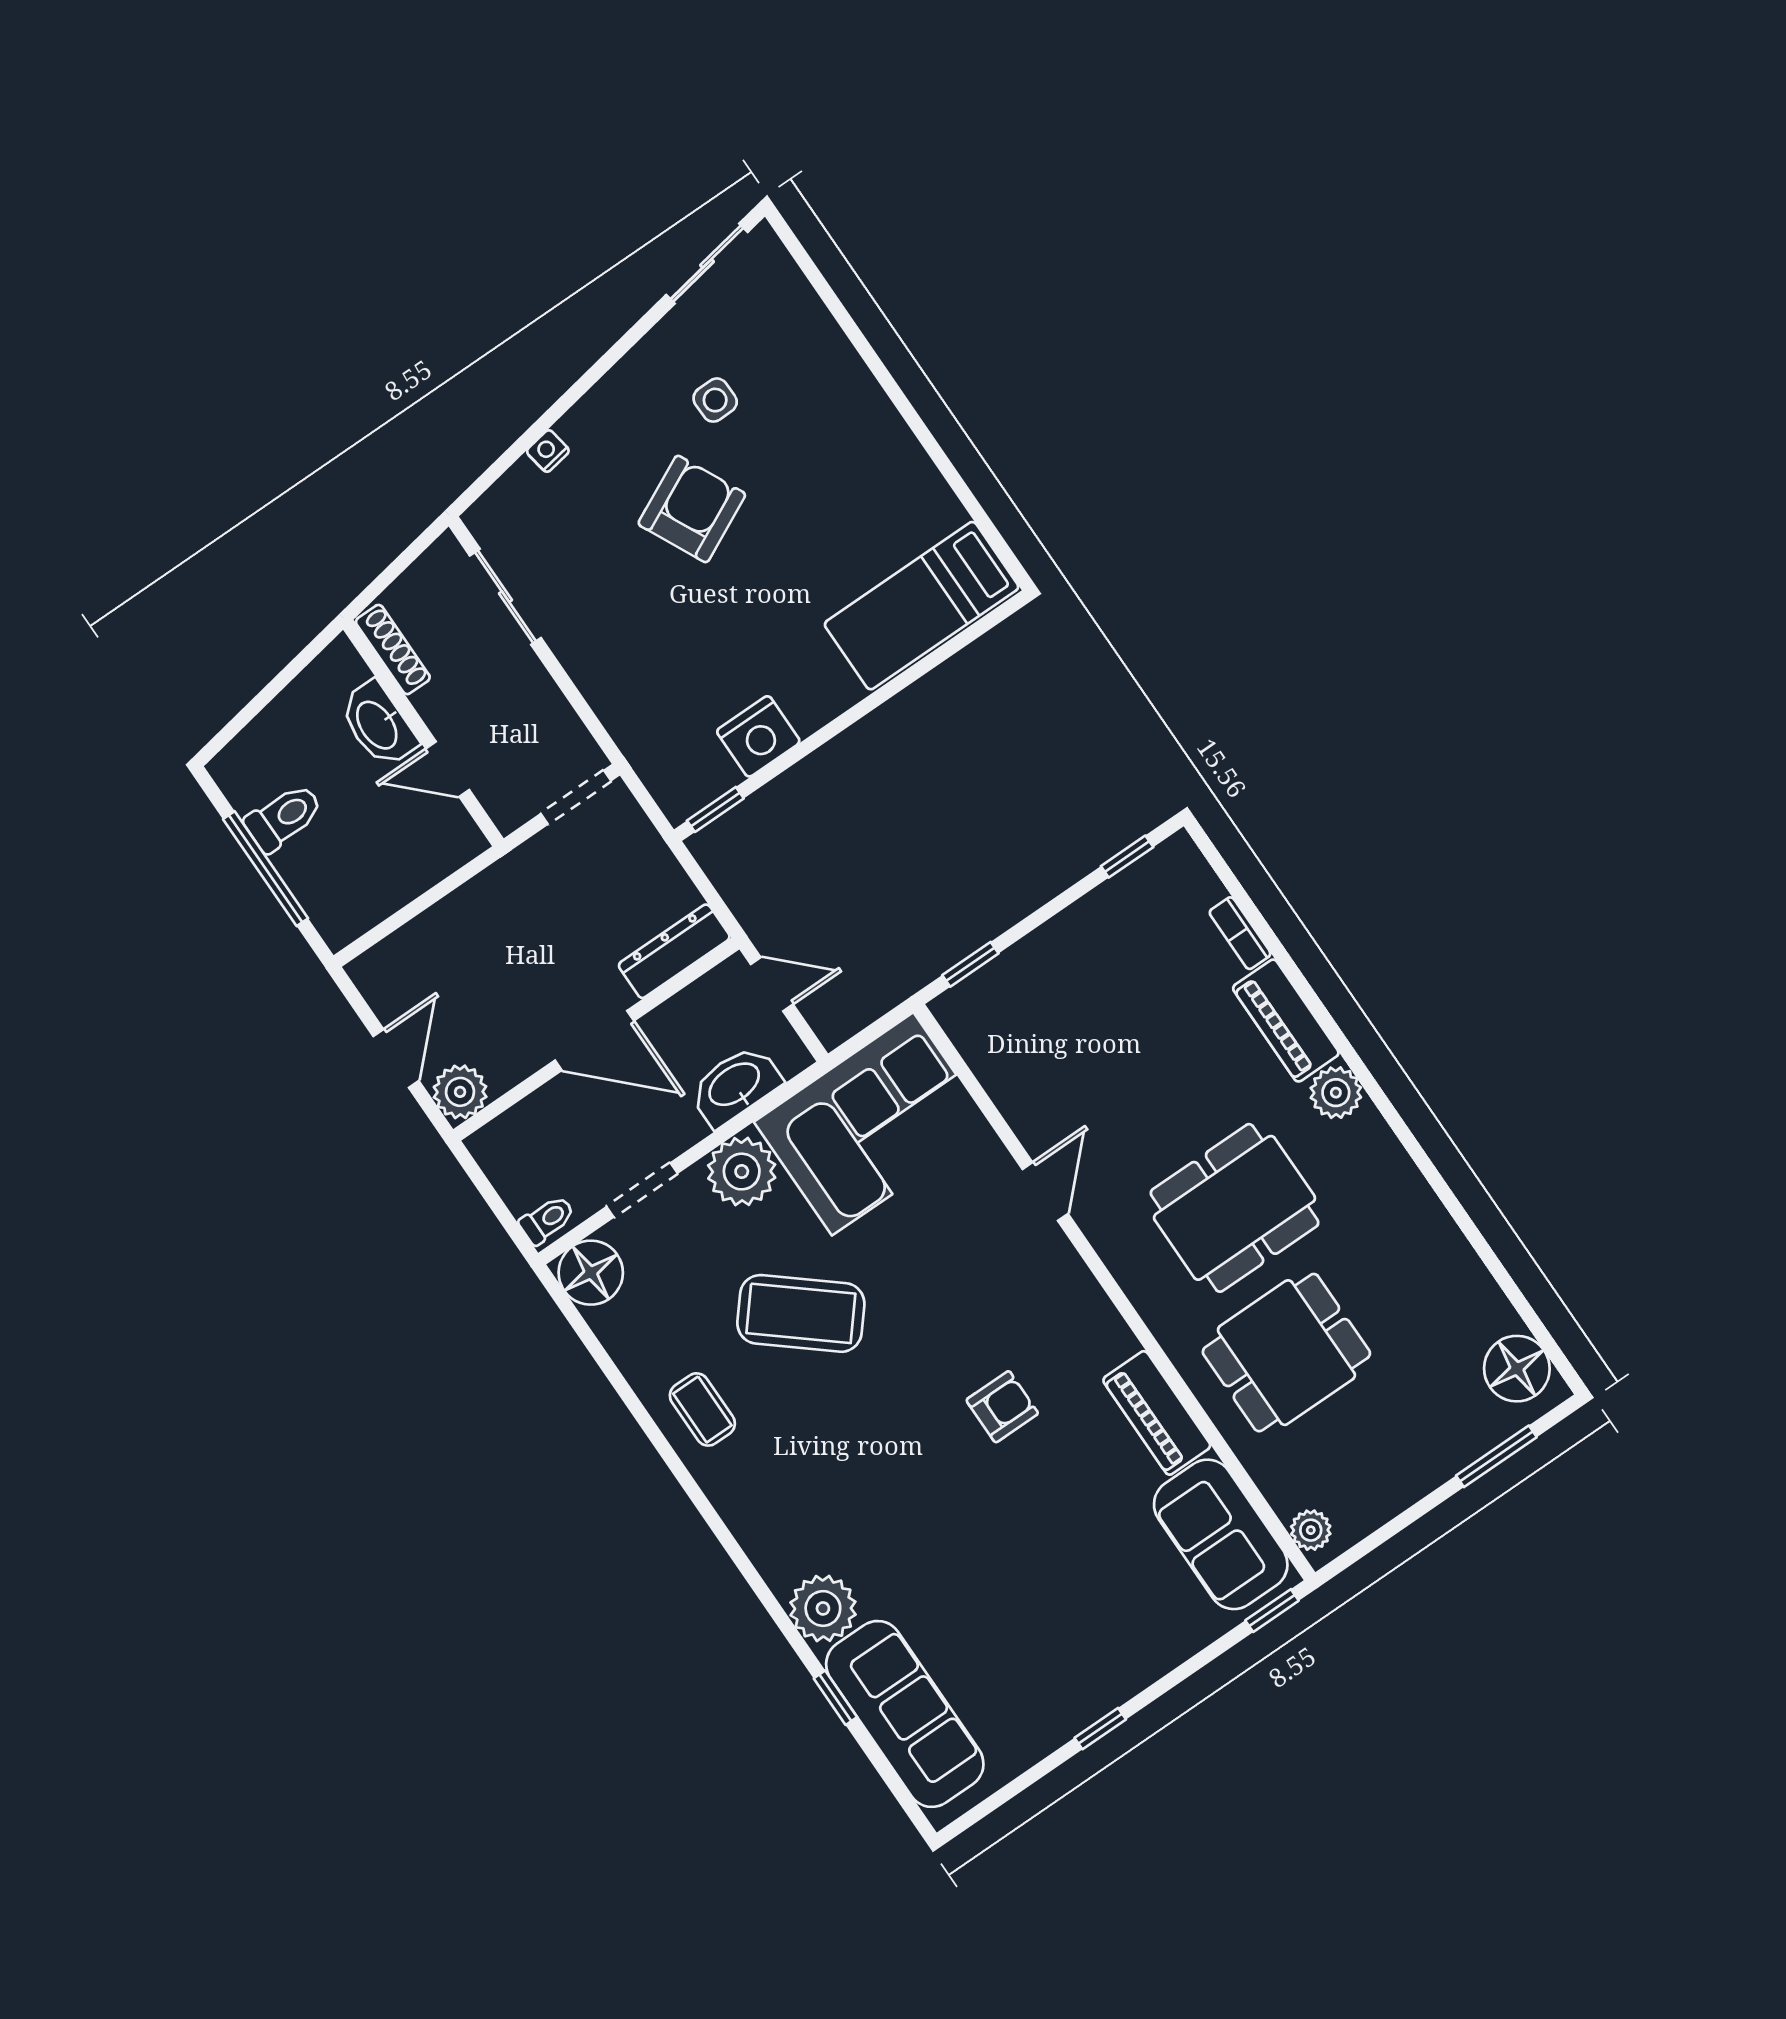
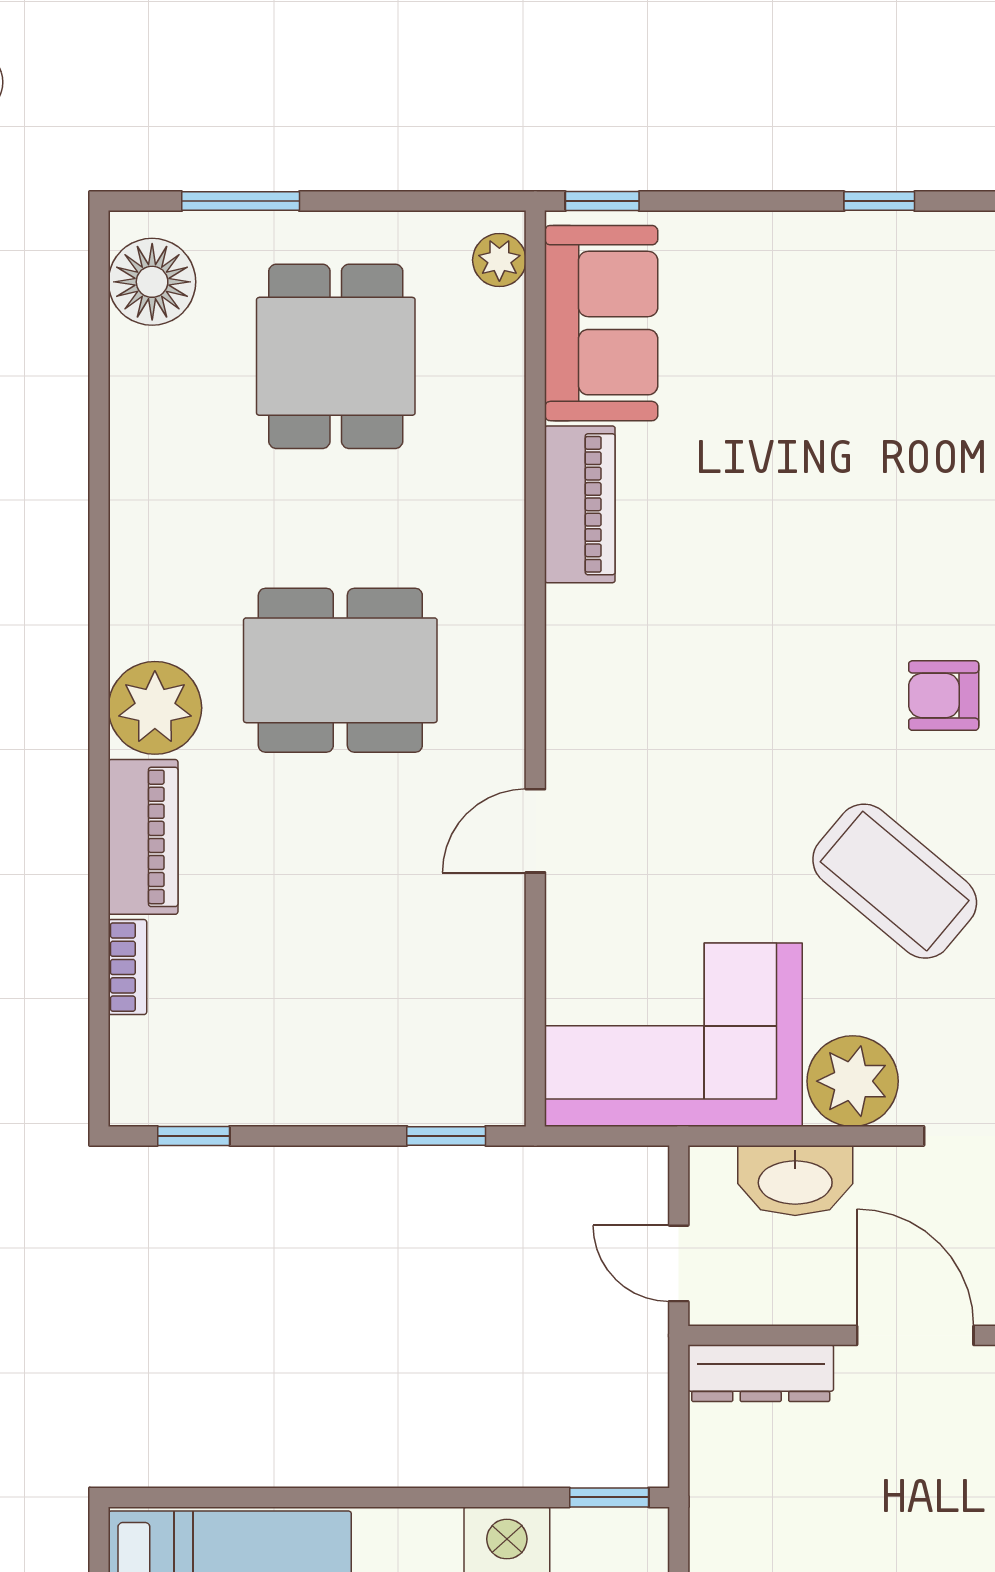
plant: (1336, 1093) -> (155, 708), width x1.36, depth x1.36
dining table: (1286, 1353) -> (336, 356), moved, turned 90
armchair: (1002, 1407) -> (944, 696), moved

